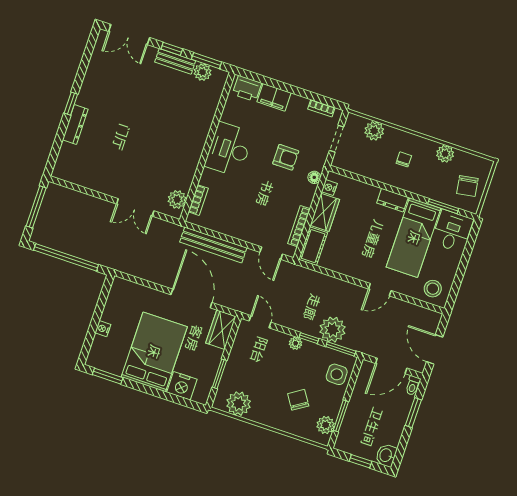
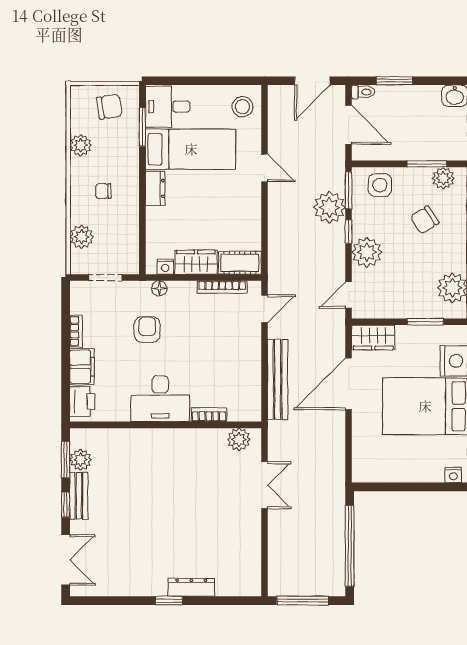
bookcase: (321, 108) -> (76, 331), moved
bookcase: (198, 200) -> (209, 415), moved
nightstand: (103, 329) -> (453, 475), moved
plant: (296, 343) -> (367, 252), width x1.88, depth x1.88

